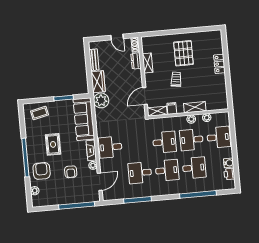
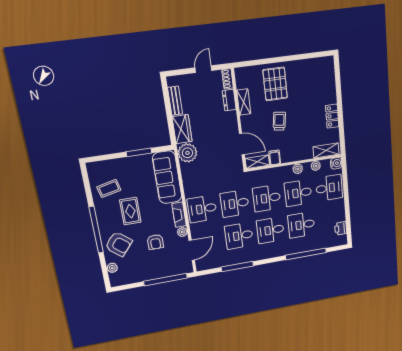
door: (117, 37) -> (203, 69), swing flipped
pallet: (183, 53) -> (275, 84), moved
locker: (219, 64) -> (332, 116), moved
door: (145, 96) -> (242, 144), swing flipped
shelving: (195, 107) -> (326, 151), moved
coffee table: (39, 113) -> (109, 188), moved
desk: (164, 142) -> (267, 198), turned 180
desk: (137, 145) -> (235, 204), added
water cooler: (229, 163) -> (336, 163), moved
desk: (194, 168) -> (301, 225), turned 180
desk: (167, 170) -> (270, 230), turned 180
armchair: (42, 171) -> (119, 244), turned 130

